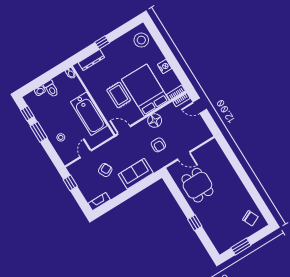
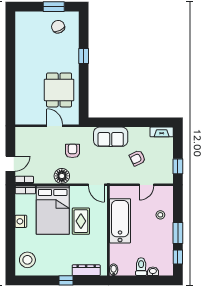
door: (200, 106) -> (10, 164), hinge flipped
chair: (250, 218) -> (58, 27), moved

